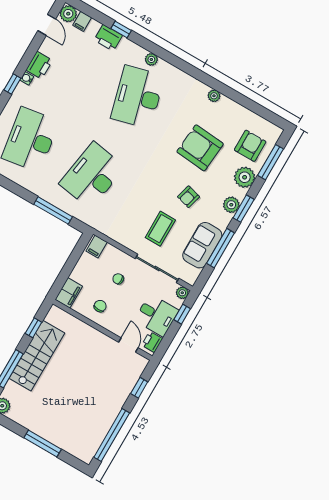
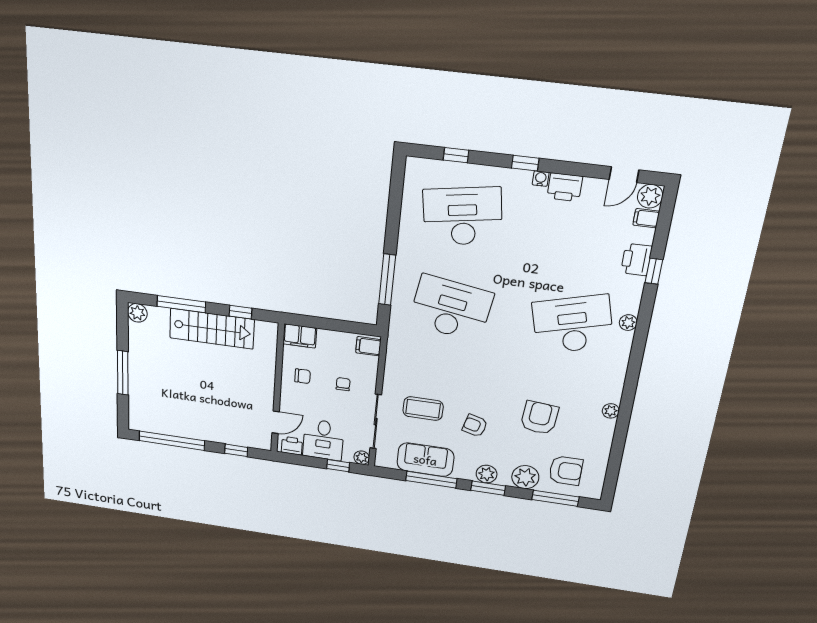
armchair: (200, 148) -> (539, 418), width x0.73, depth x0.73

